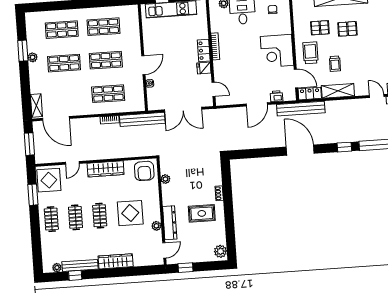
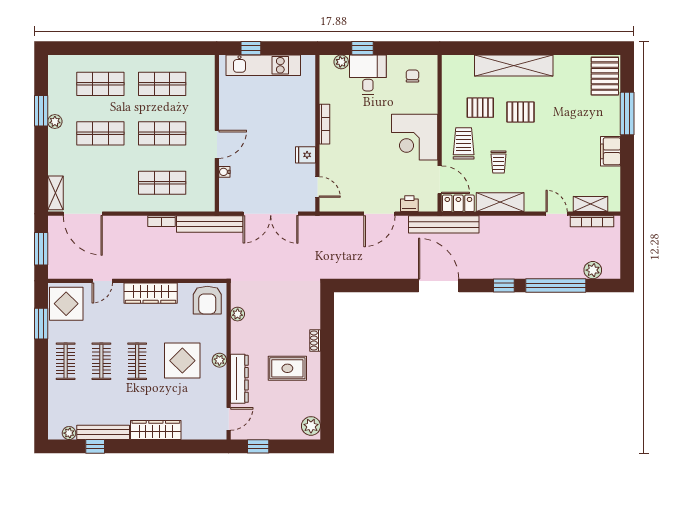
locker: (204, 50) -> (307, 129), removed
plant: (156, 226) -> (219, 360), moved

